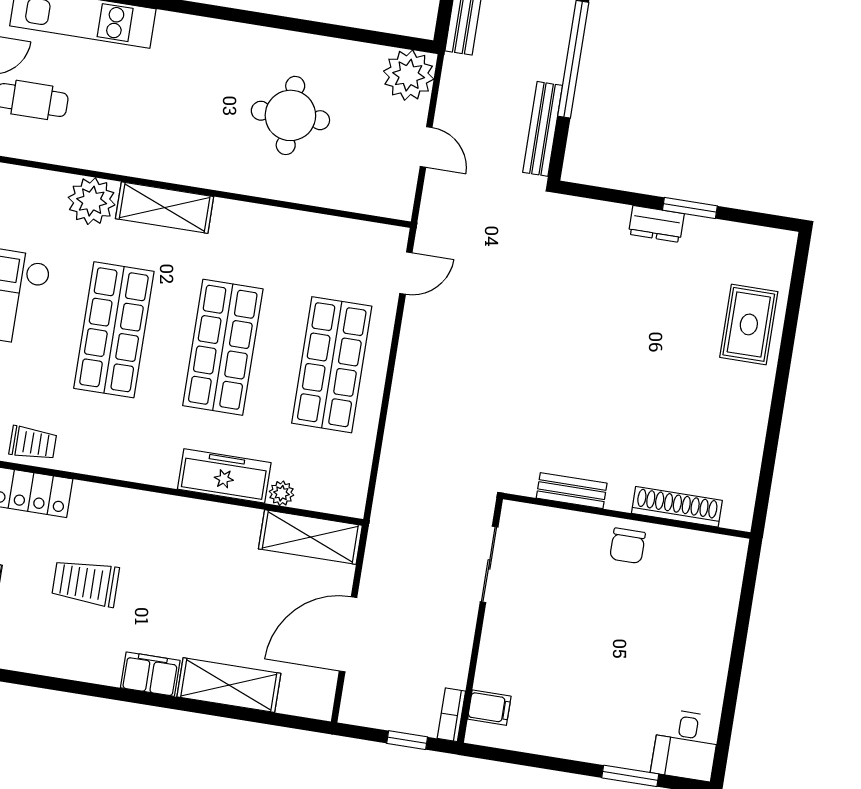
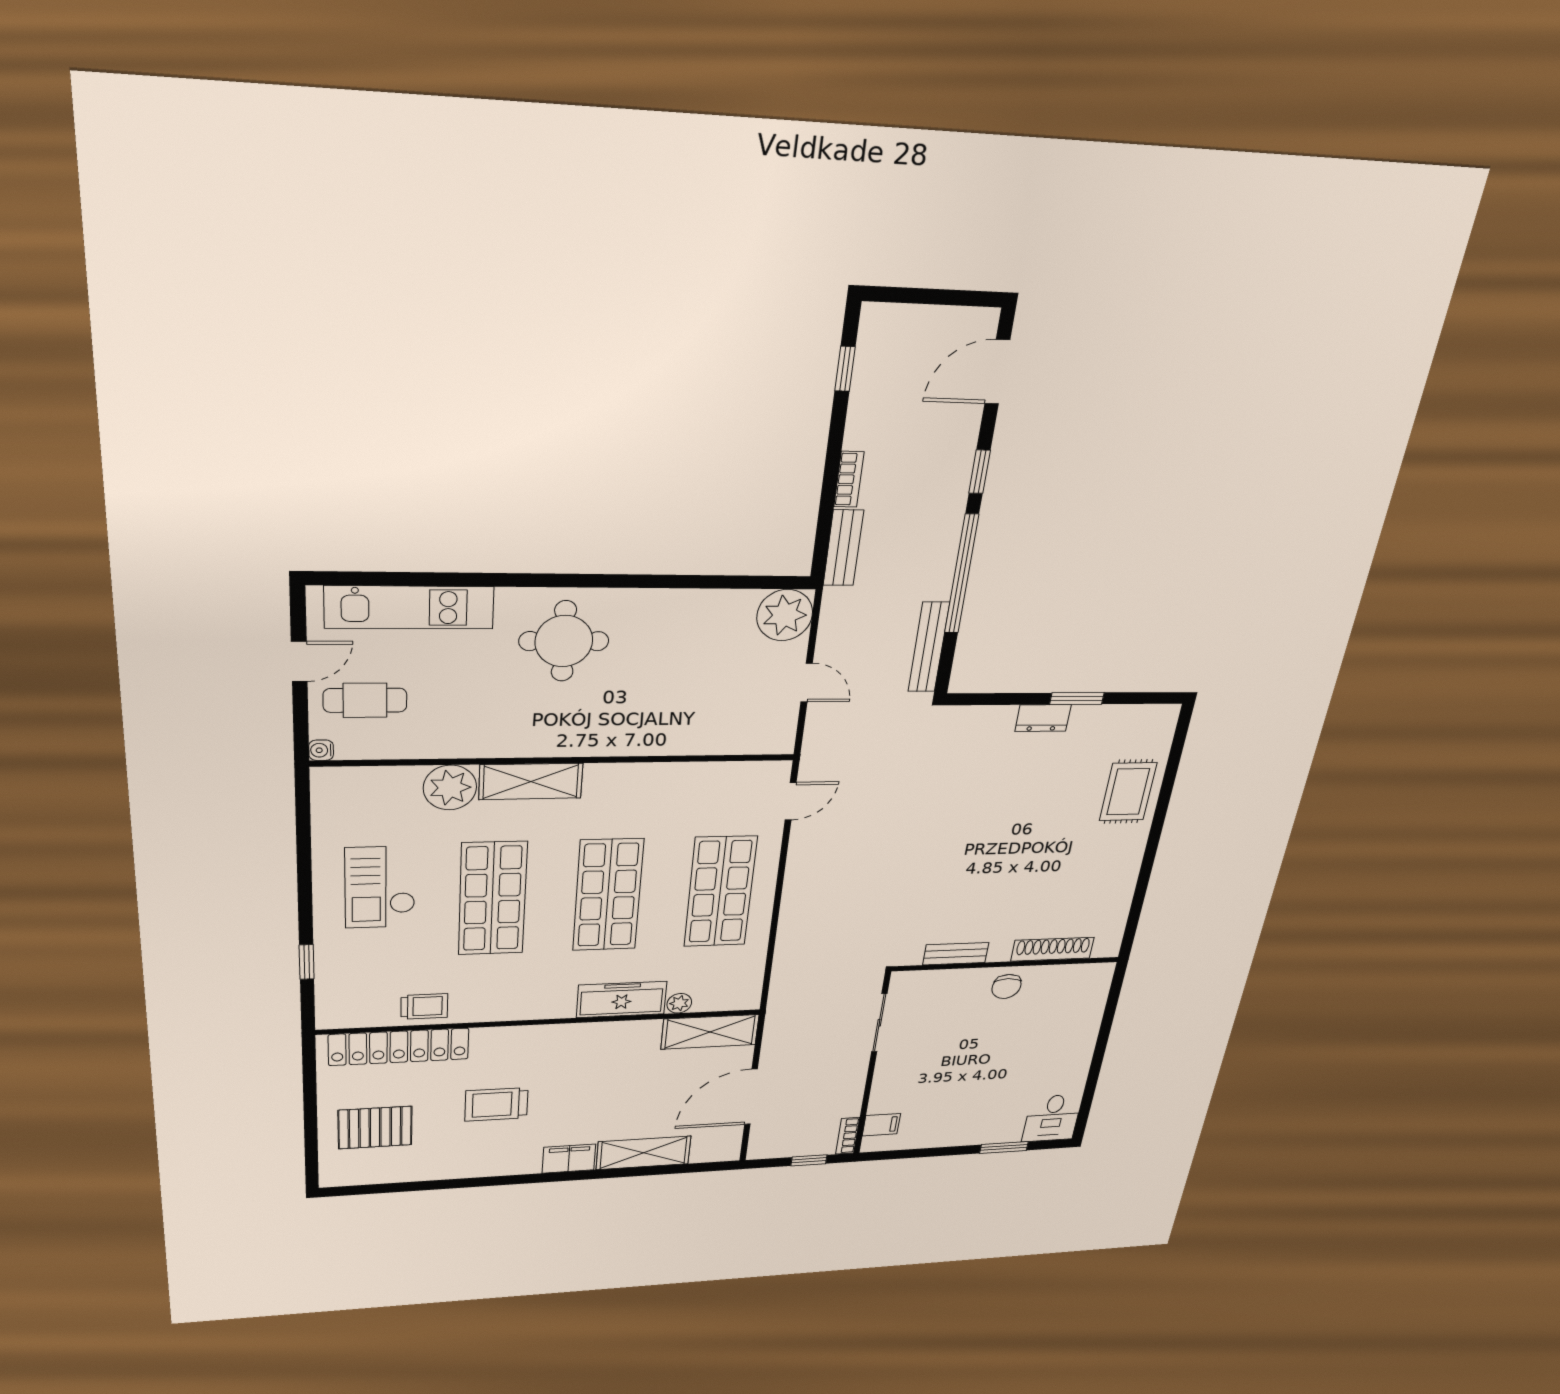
round table: (290, 115) -> (564, 641), moved

